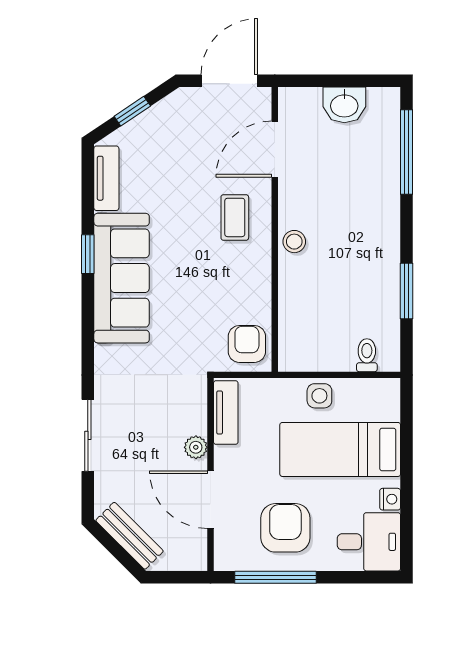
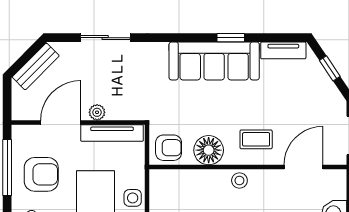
door: (275, 149) -> (303, 167), hinge flipped
floor lamp: (250, 286) -> (209, 150), added
tv unit: (226, 413) -> (112, 133), width x1.41

